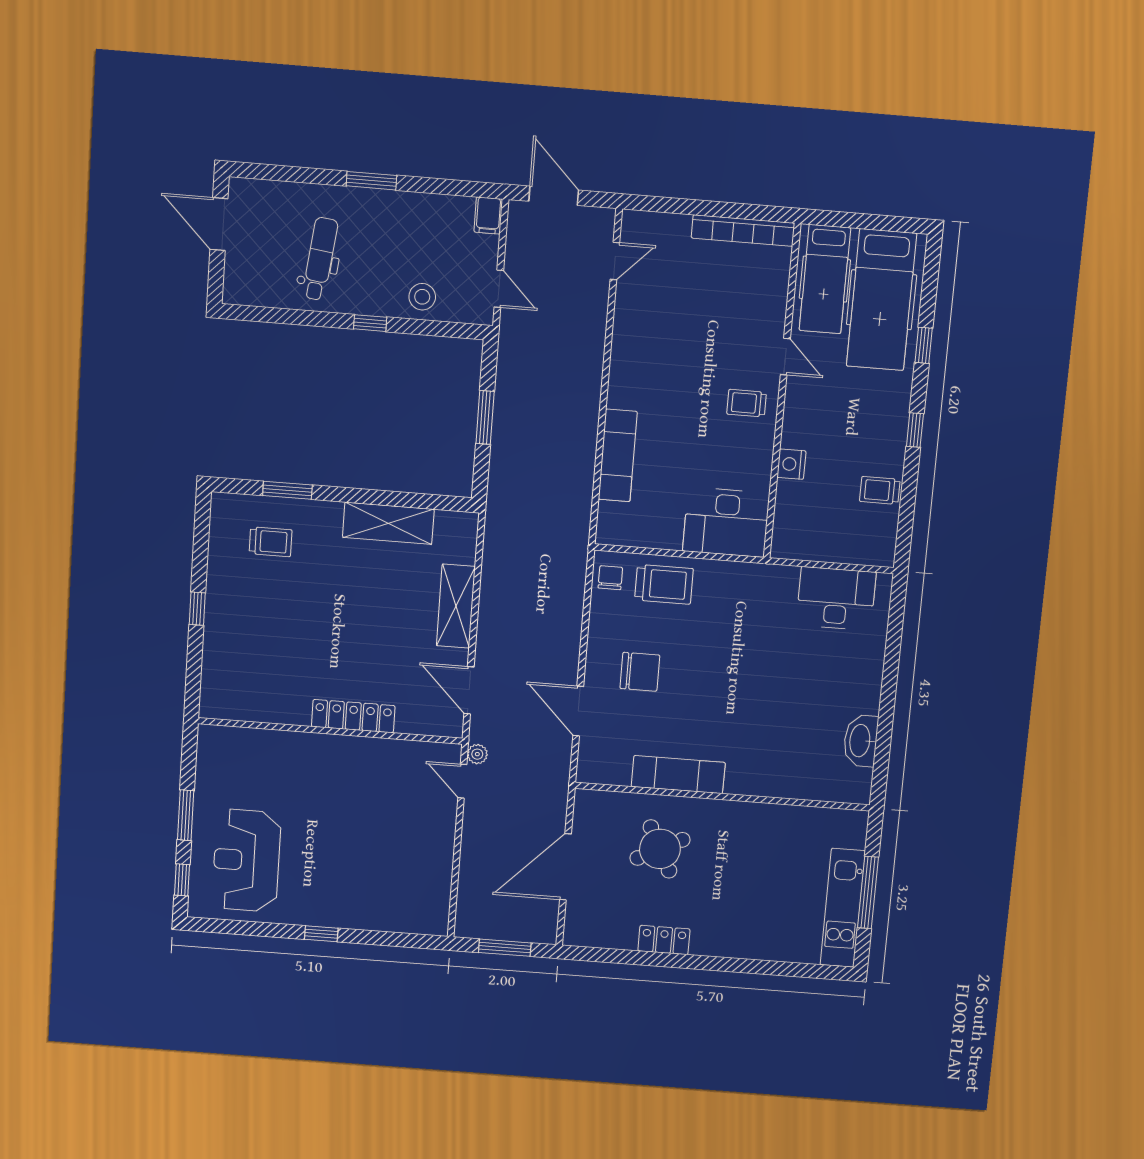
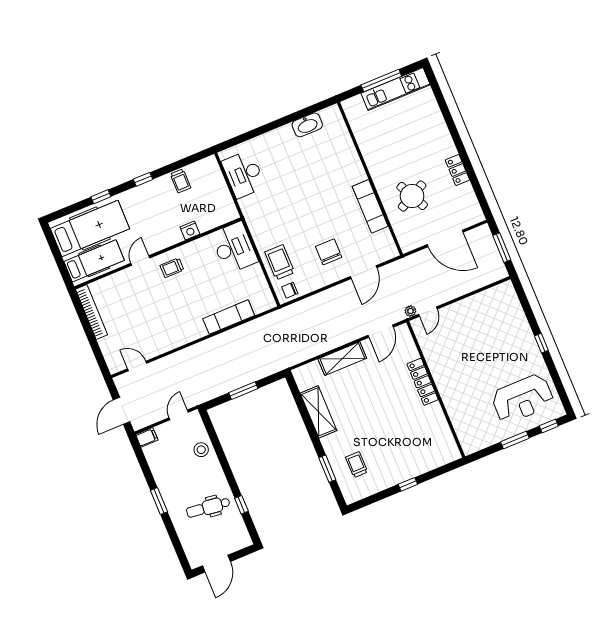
window: (370, 323) -> (241, 505), moved
trolley: (747, 403) -> (172, 268), turned 90

